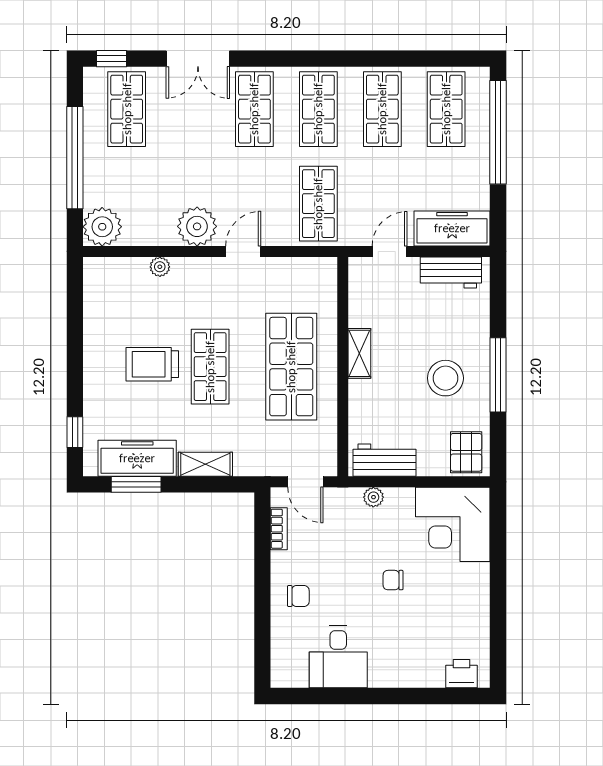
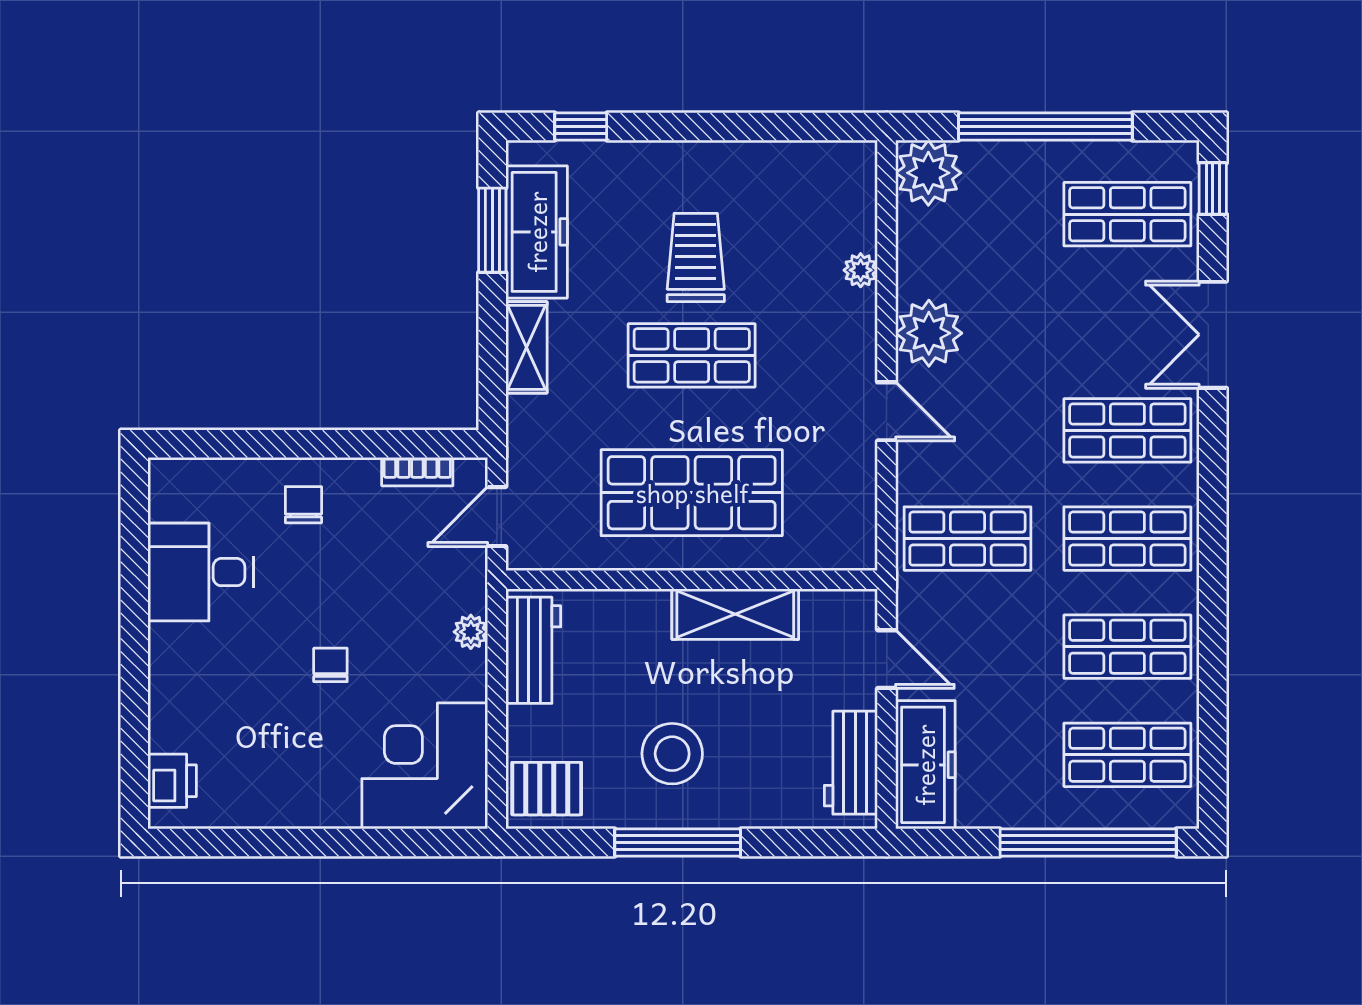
shelving: (359, 353) -> (735, 614), width x1.50, depth x1.33
chair: (298, 596) -> (303, 505), turned 180

